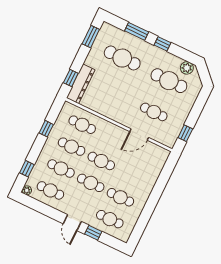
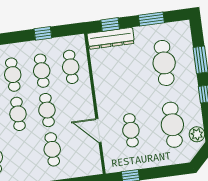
window: (91, 37) -> (151, 19), moved
cafe table: (120, 197) -> (52, 149), moved

